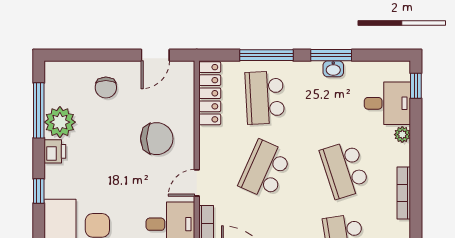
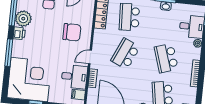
window: (39, 191) -> (9, 53), width x2.17

